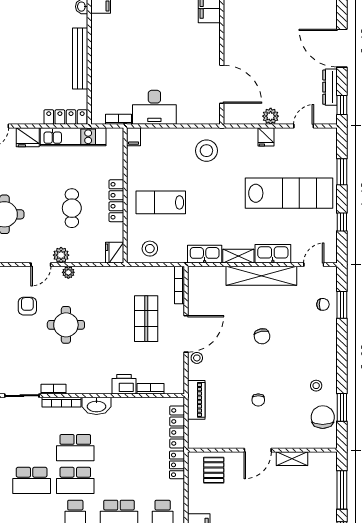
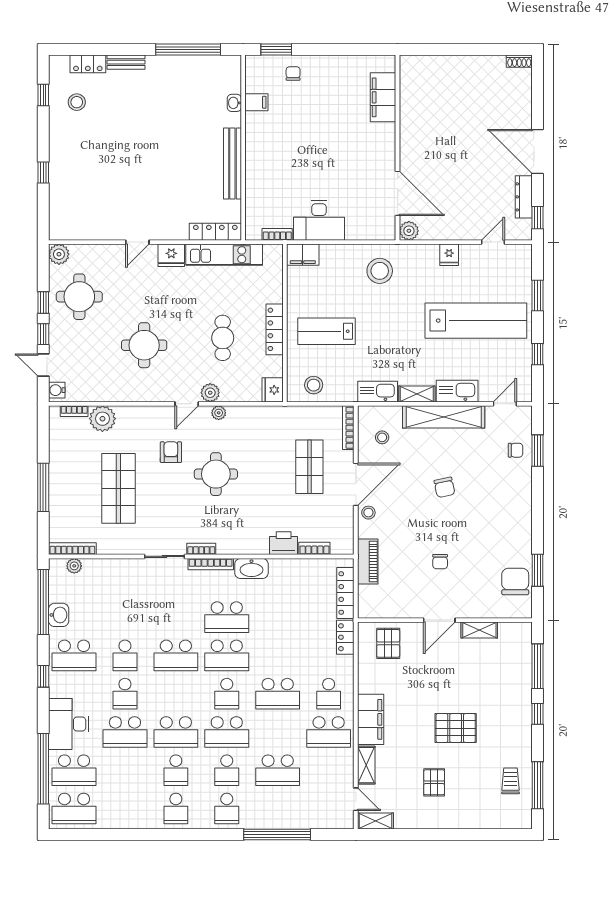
plant: (271, 116) -> (409, 231), moved
filing cabinet: (134, 137) -> (303, 255), width x2.00
stool: (316, 386) -> (382, 437), moved

